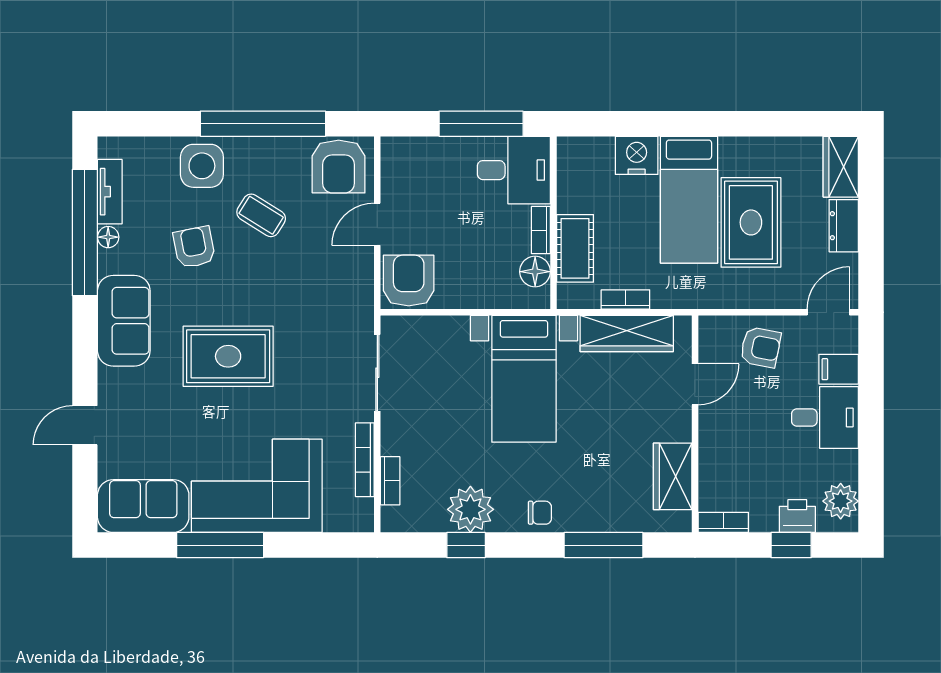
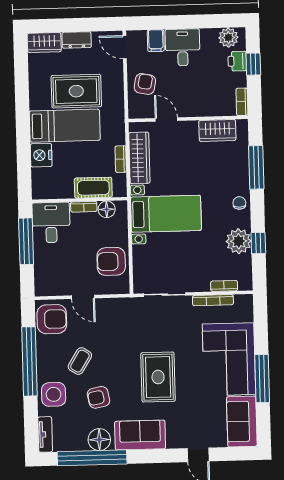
tv unit: (110, 192) -> (45, 434), moved, turned 90
floor lamp: (108, 237) -> (99, 440), width x1.89, depth x1.89
armchair: (409, 281) -> (111, 261), moved

